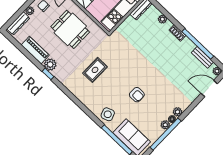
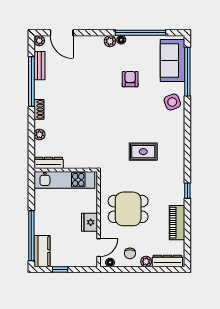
dining table: (70, 29) -> (128, 209), turned 90
plant: (50, 65) -> (177, 197), removed
armchair: (137, 95) -> (130, 79), moved
plant: (165, 125) -> (132, 41), removed

